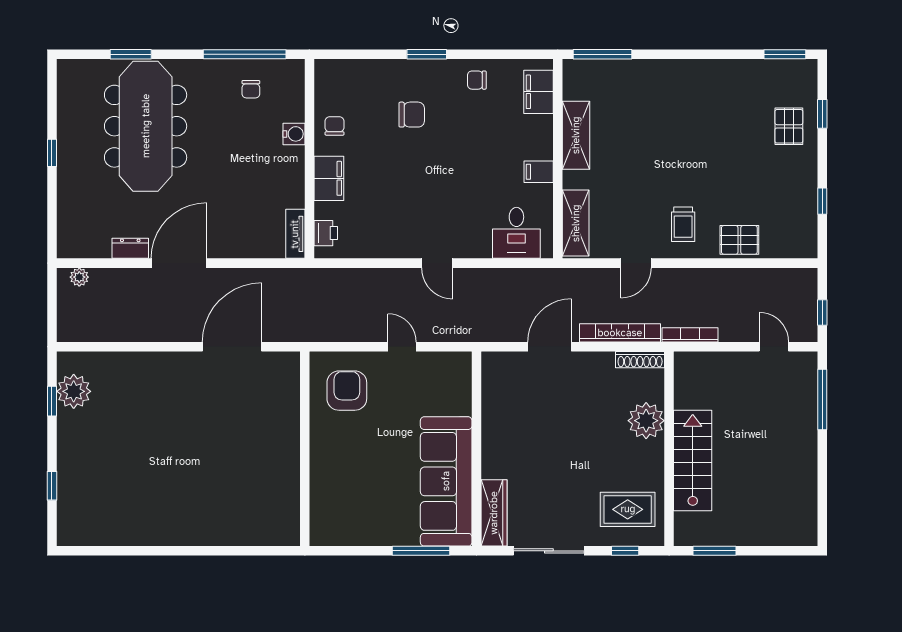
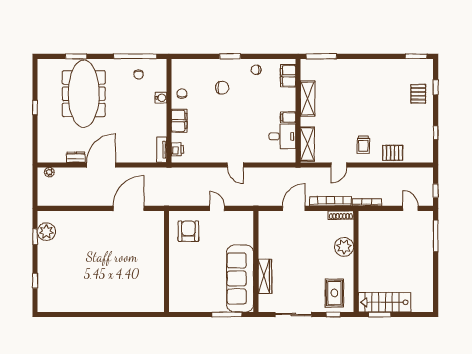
desk: (516, 233) -> (282, 136), moved, turned -90
stairs: (693, 461) -> (385, 302), moved, turned -90
rug: (628, 509) -> (334, 293), turned 90
wardrobe: (494, 513) -> (265, 276), moved

